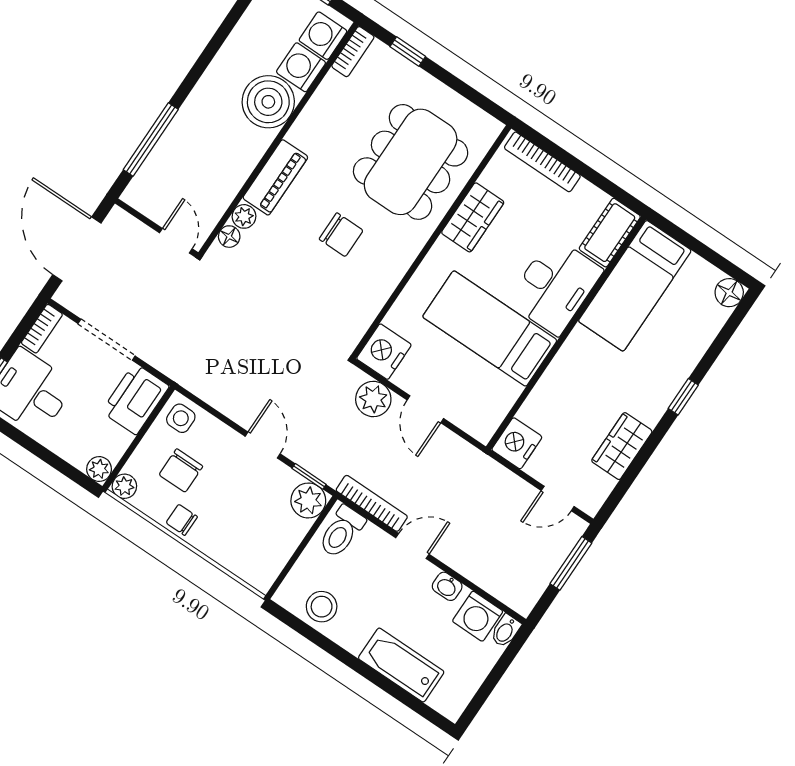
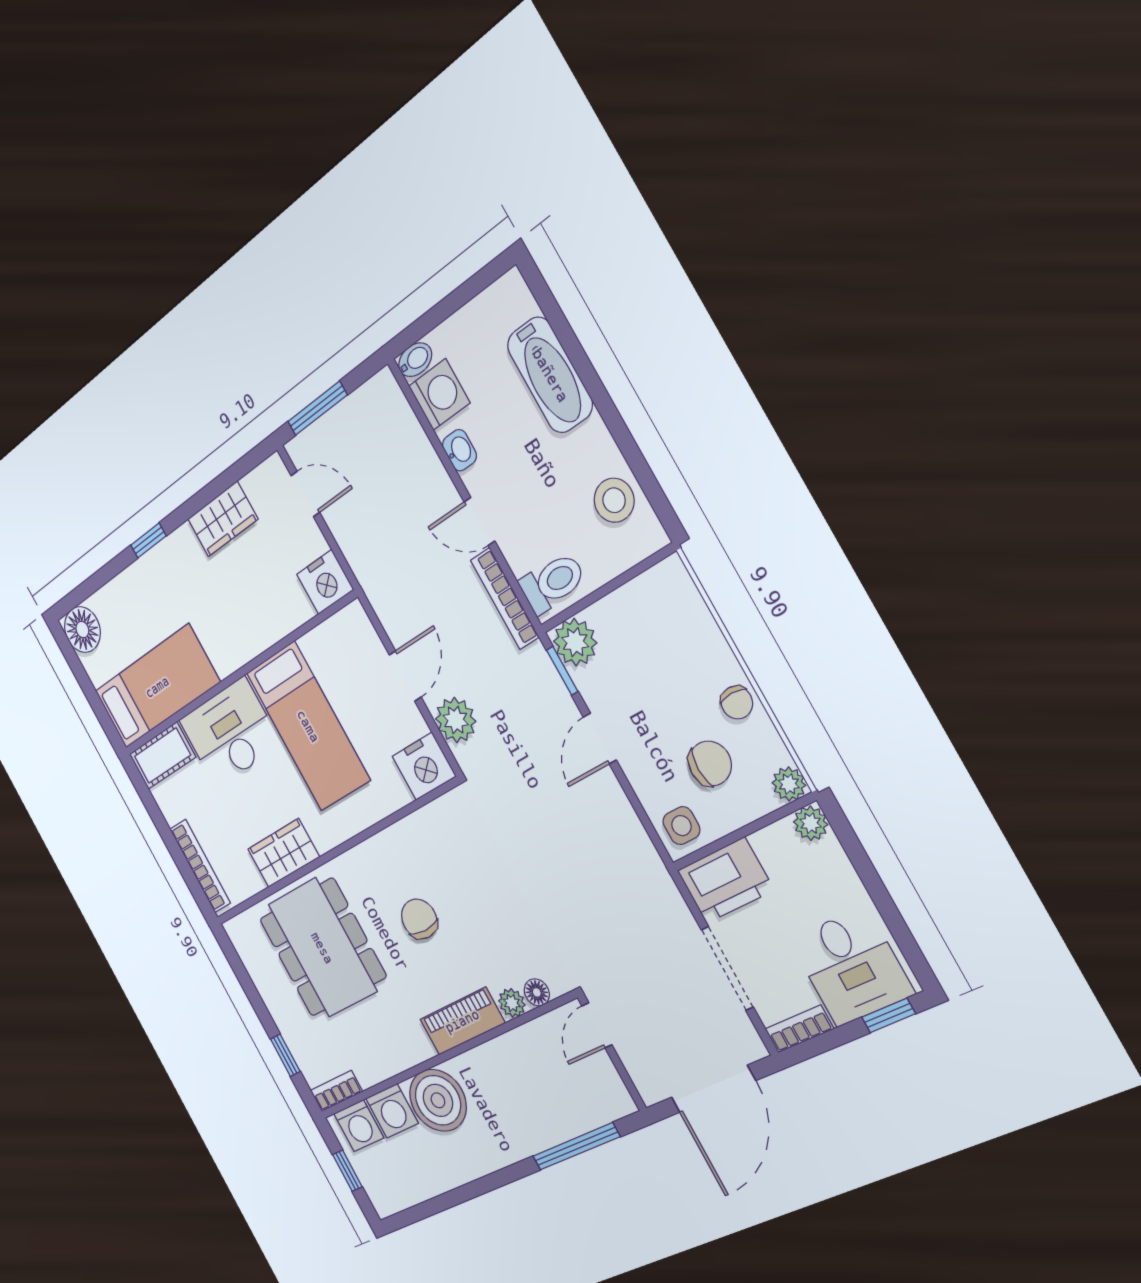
dining table: (411, 162) -> (322, 948), turned 90
floor lamp: (729, 293) -> (82, 630), width x1.38, depth x1.38

